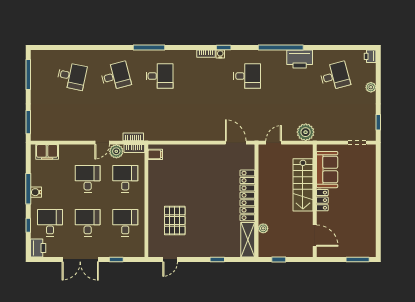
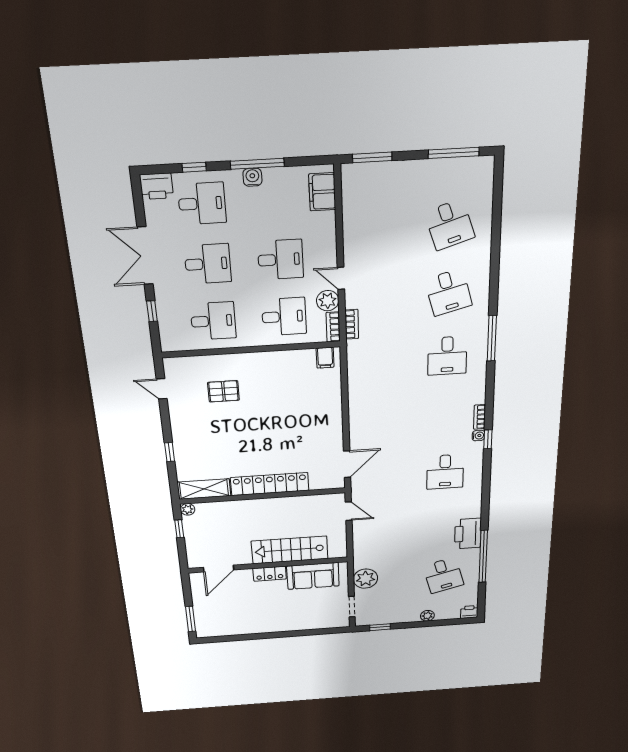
window: (281, 48) -> (483, 556), moved
desk: (72, 76) -> (450, 225), turned -30
plant: (306, 132) -> (365, 579), moved
pallet: (175, 221) -> (223, 391), width x0.67, depth x0.71
plant: (263, 228) -> (188, 509), moved

